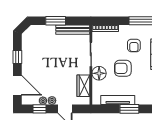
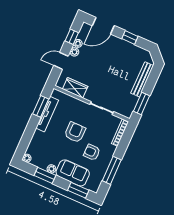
window: (56, 21) -> (142, 103), moved
bench: (73, 30) -> (142, 79), moved
floor lamp: (99, 73) -> (80, 108), removed
window: (129, 109) -> (41, 106), moved

